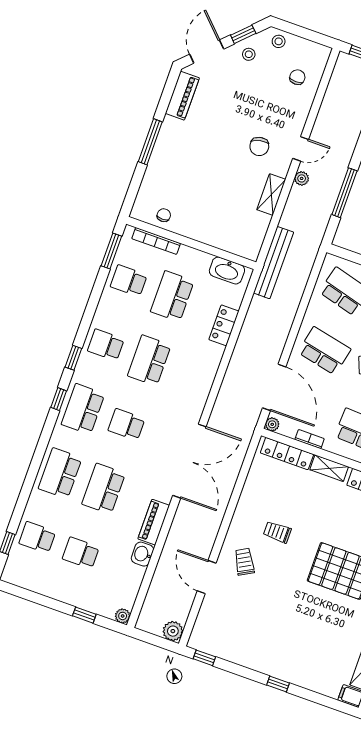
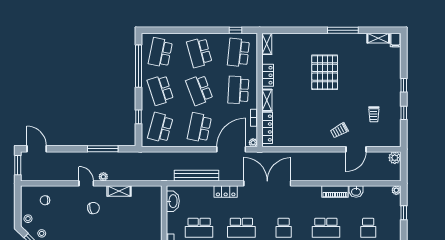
bench: (273, 263) -> (196, 176), moved
locker: (224, 325) -> (226, 192), moved
double door: (189, 461) -> (267, 183), moved
trolley: (277, 532) -> (374, 114), moved
window: (204, 658) -> (404, 113), moved

